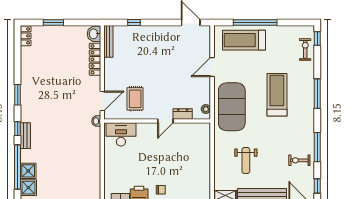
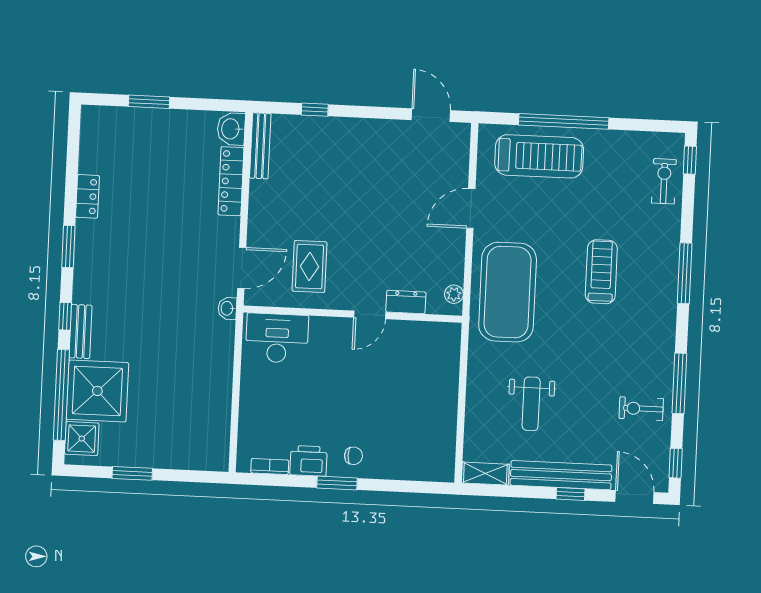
locker: (26, 36) -> (87, 196), moved
treadmill: (244, 40) -> (539, 156), turned 180
treadmill: (277, 95) -> (601, 272), width x0.73, depth x0.73
shower: (28, 171) -> (97, 391), width x1.86, depth x1.86

